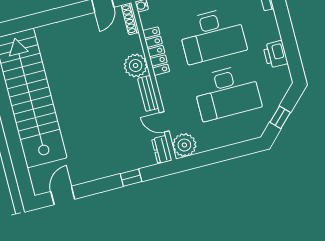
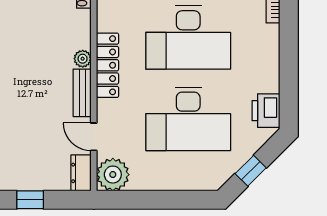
locker: (156, 51) -> (108, 65), moved
printer: (275, 54) -> (266, 111), moved
plant: (136, 65) -> (83, 59), width x0.53, depth x0.53

